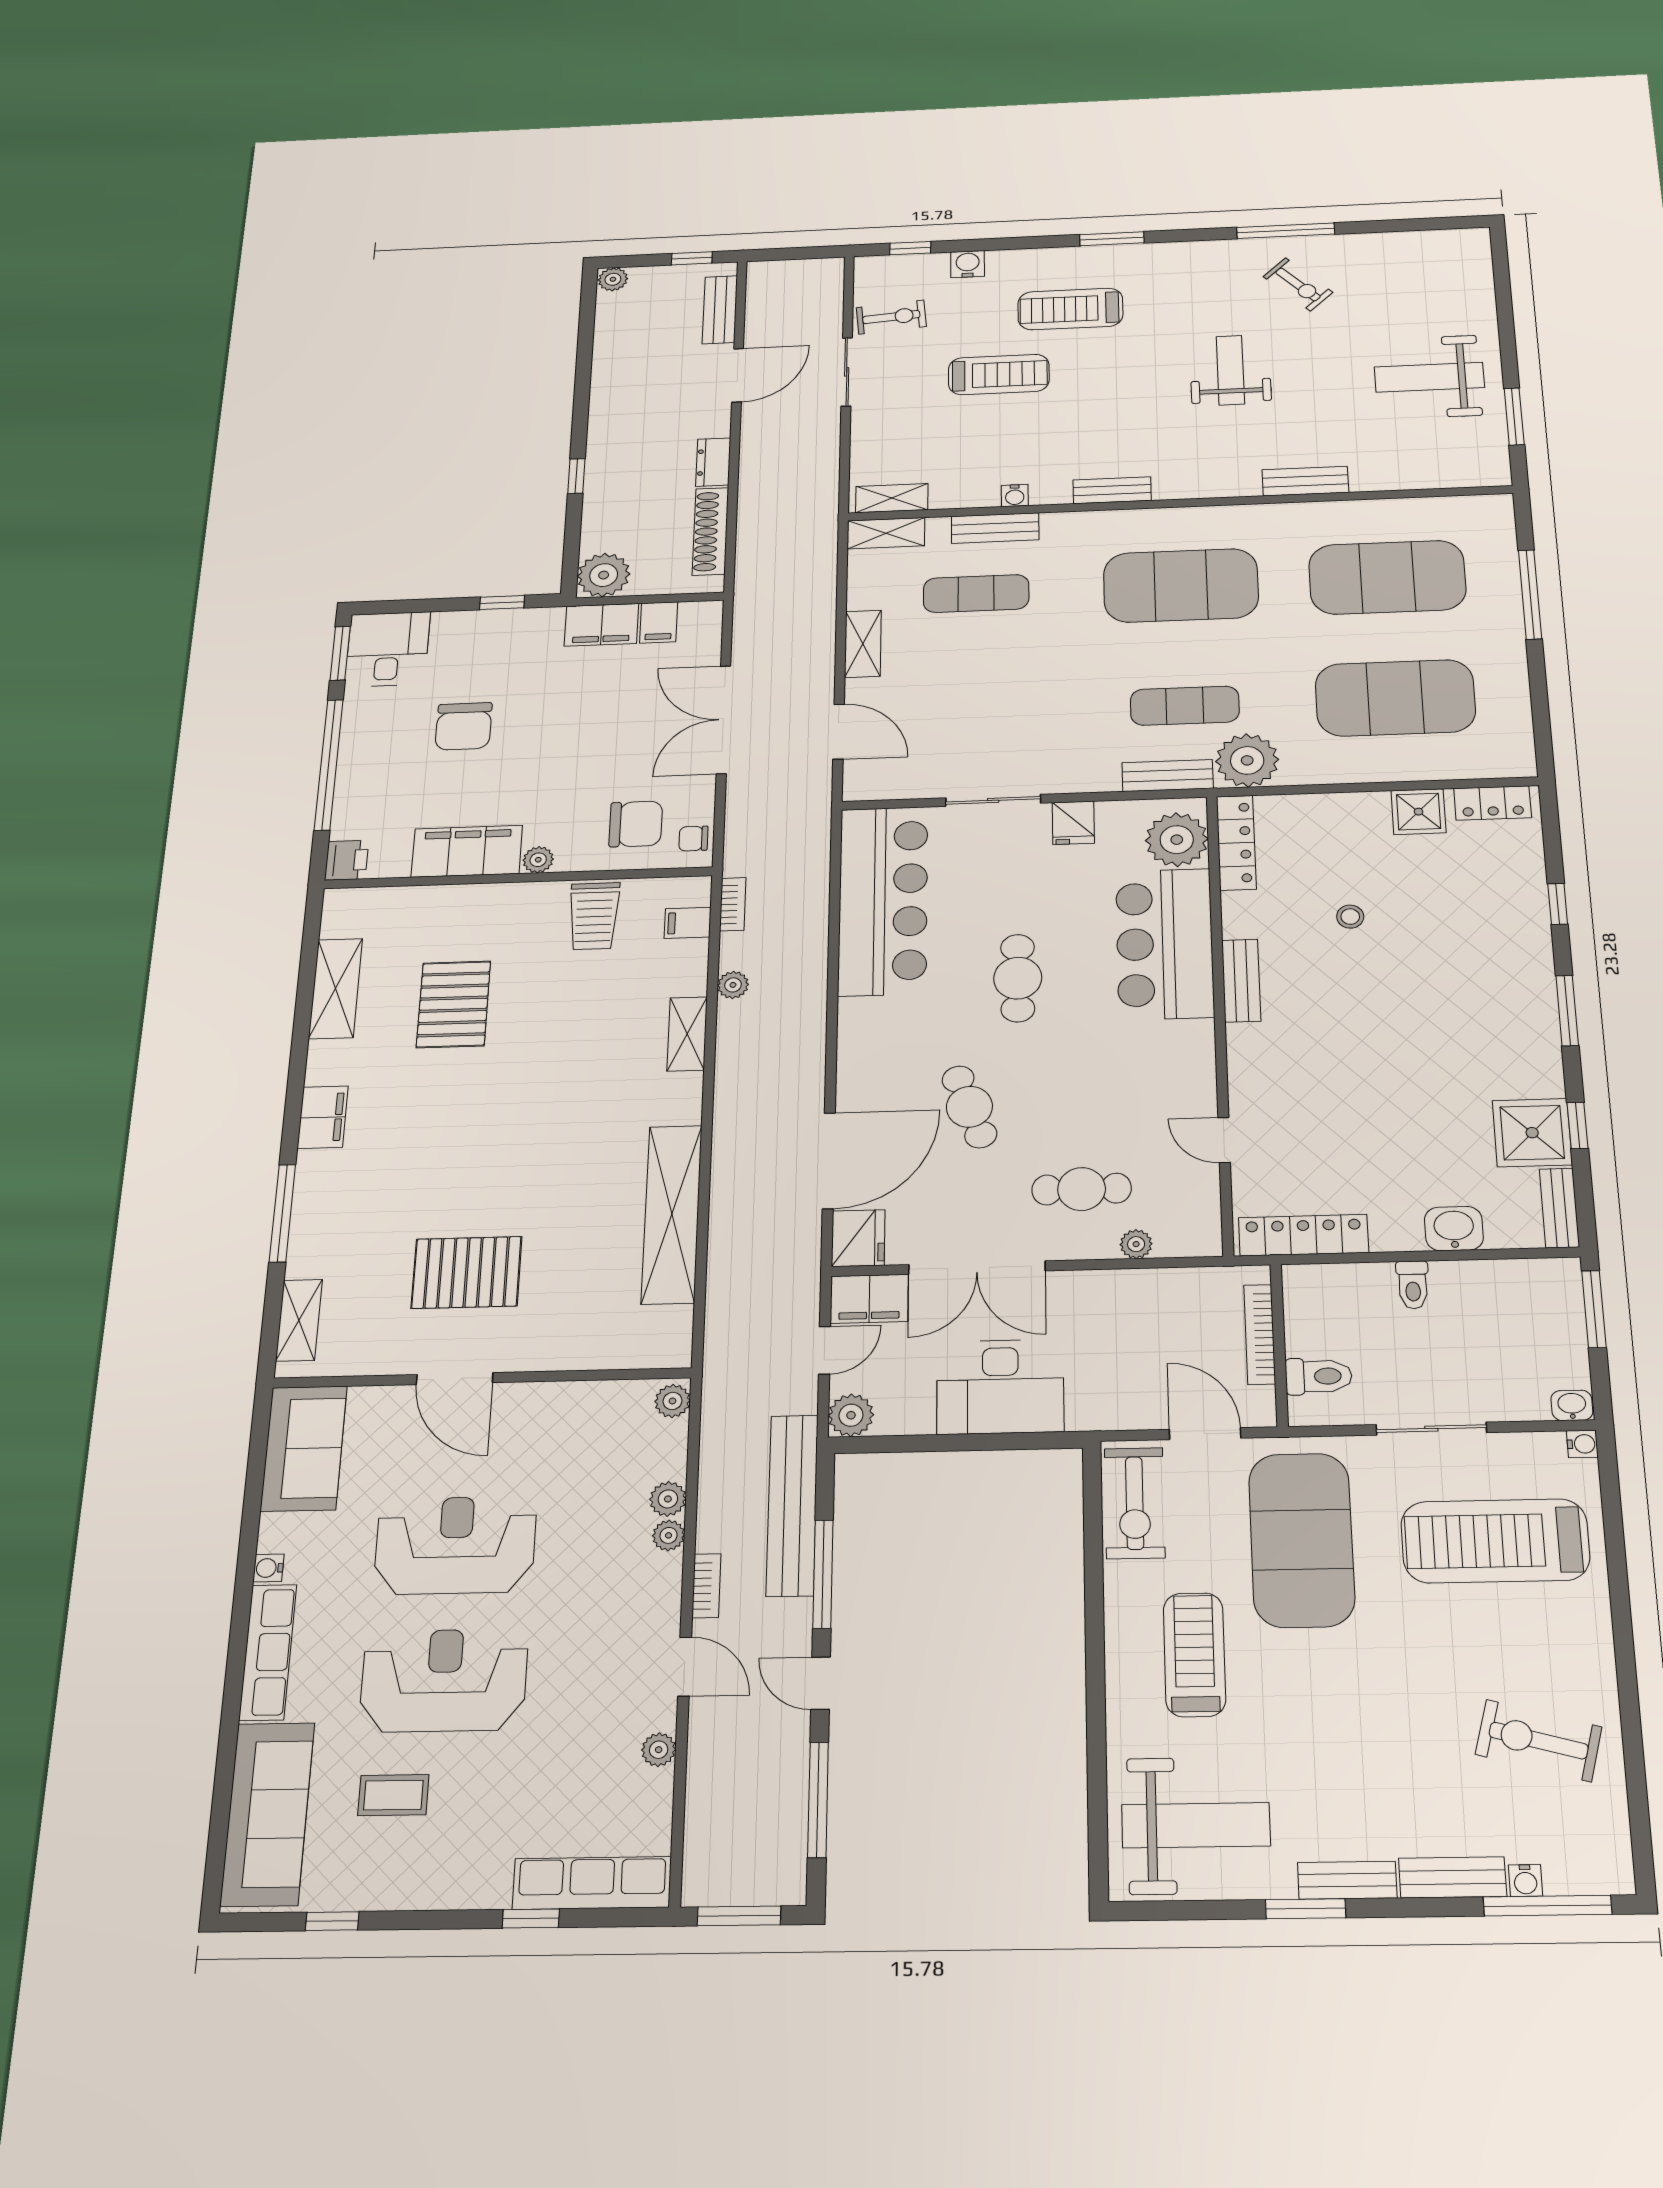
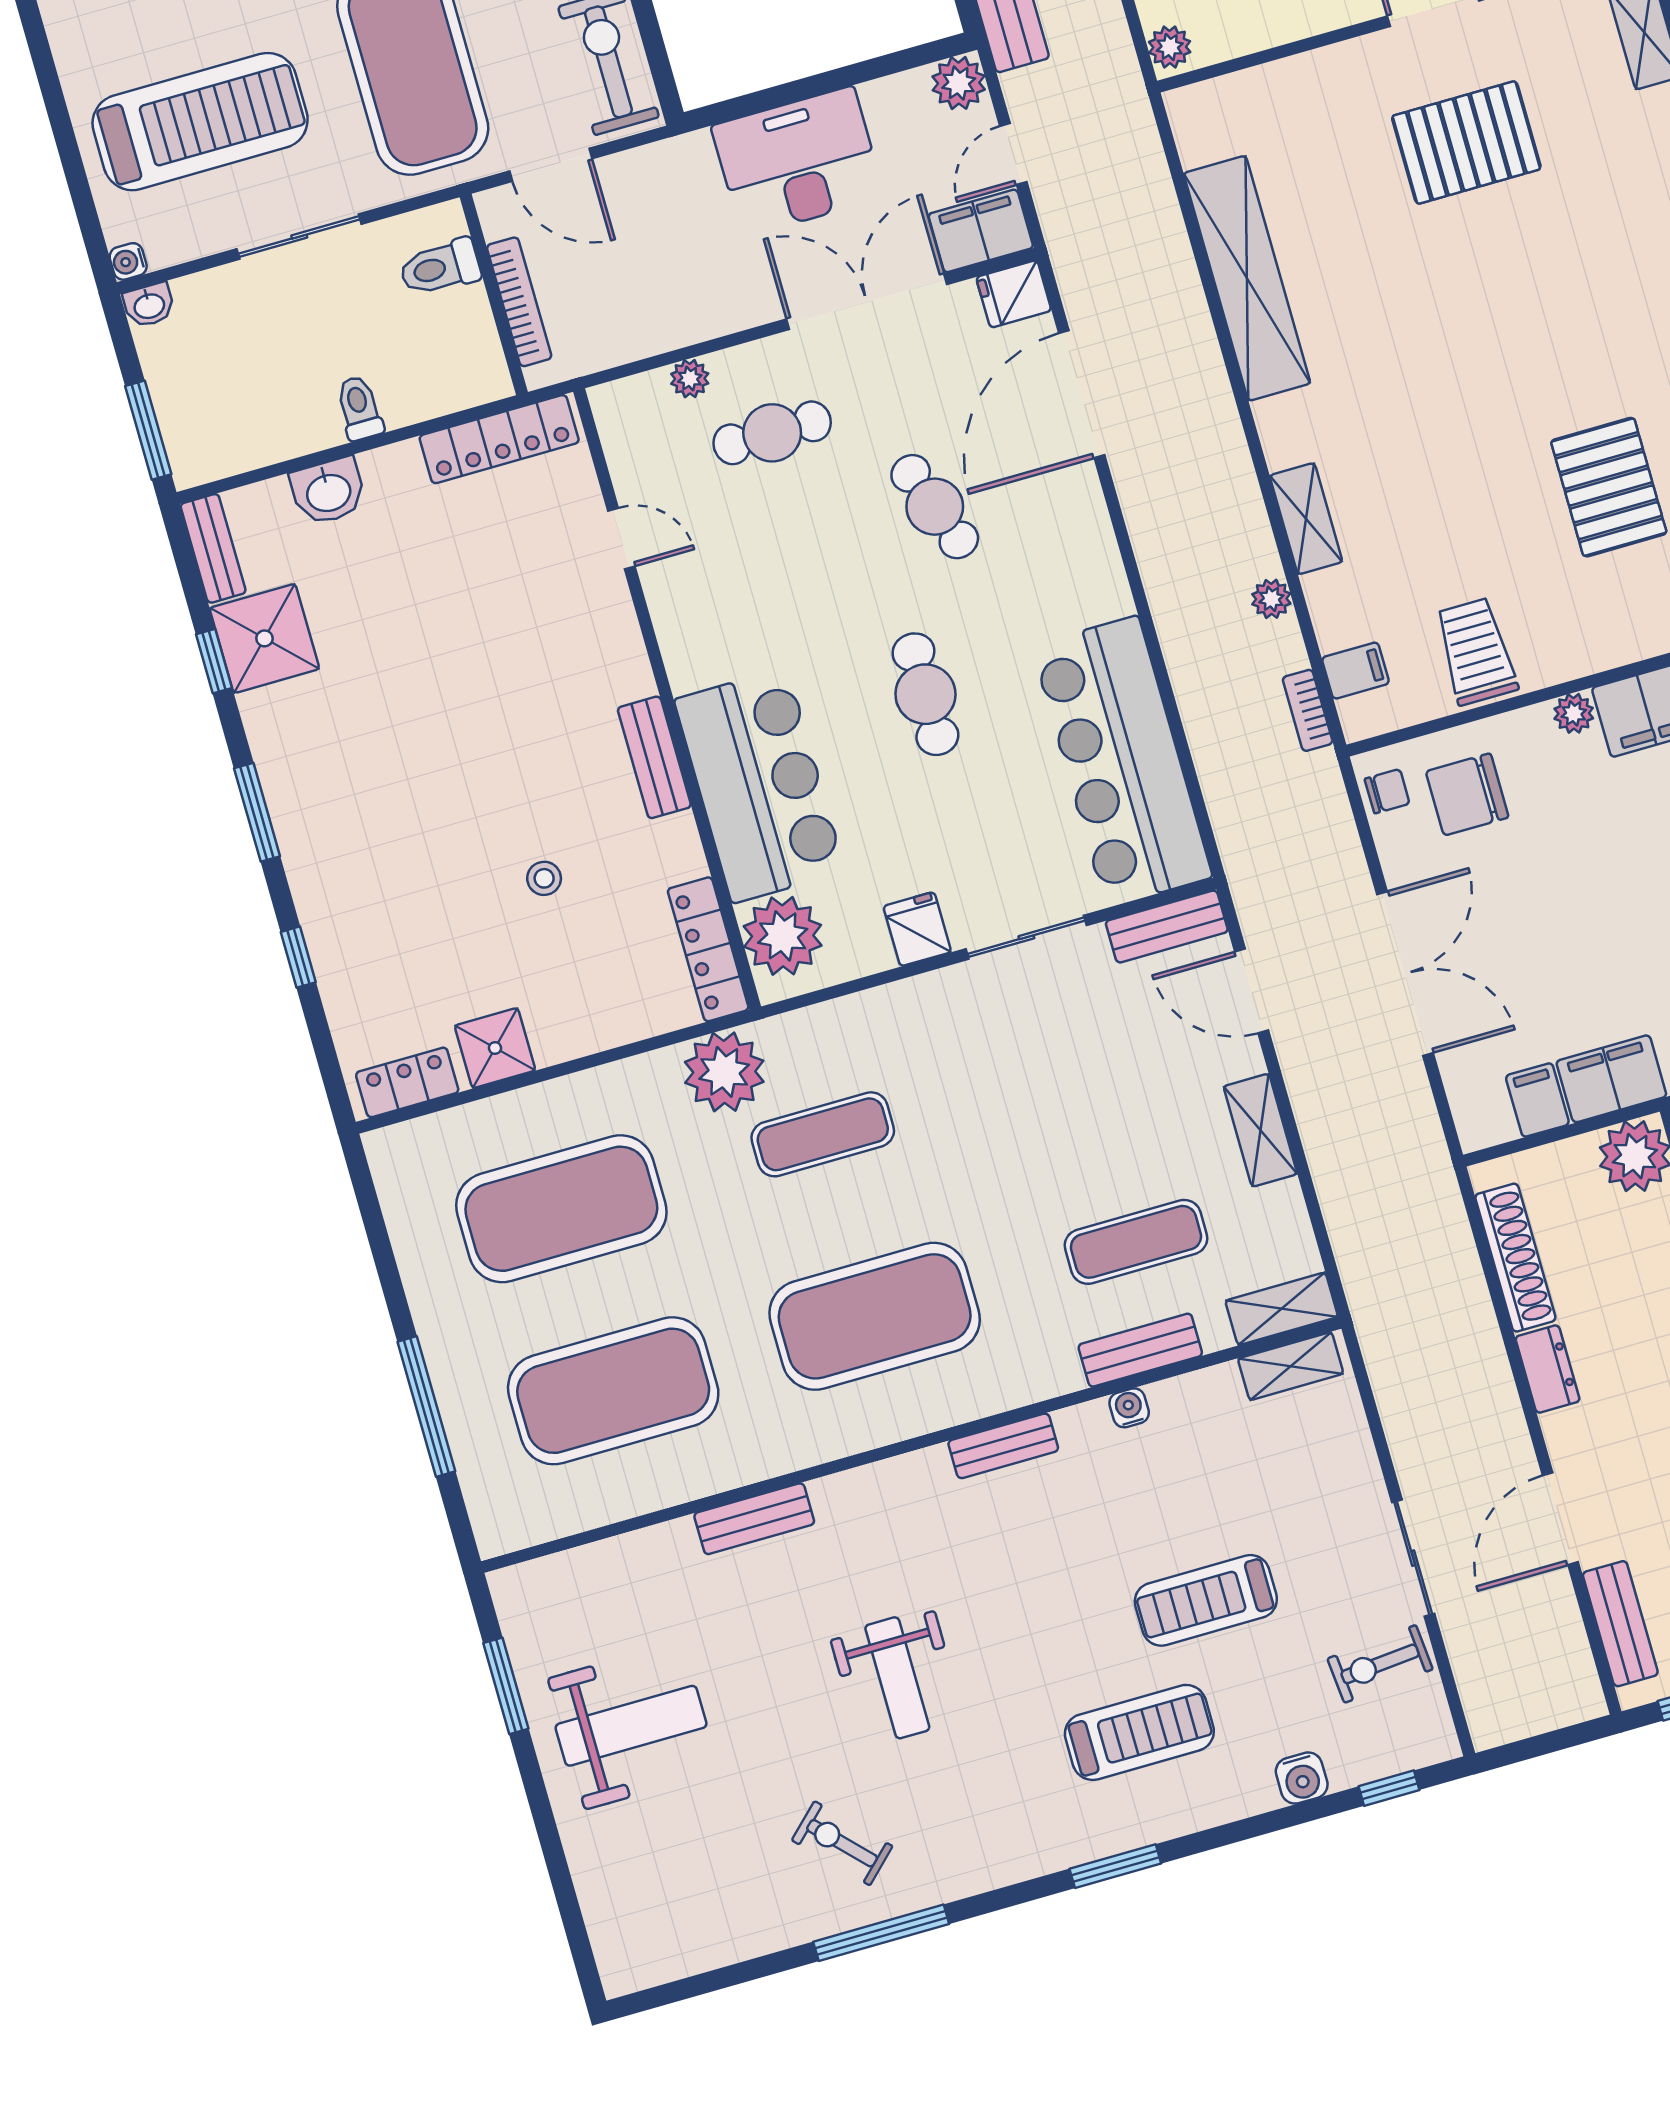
bench: (1168, 776) -> (1167, 927), moved
fridge: (858, 1238) -> (1014, 294), width x0.72

